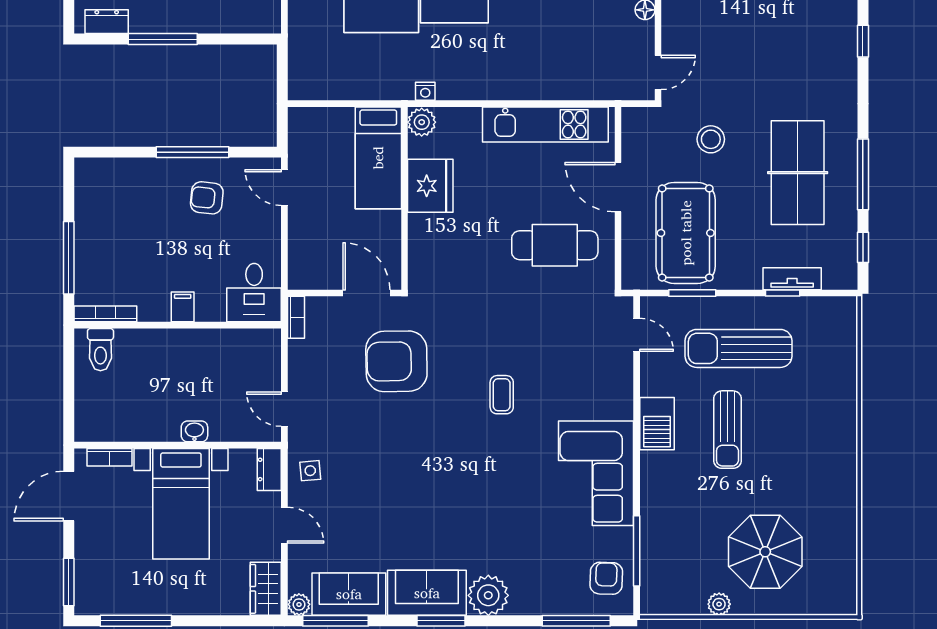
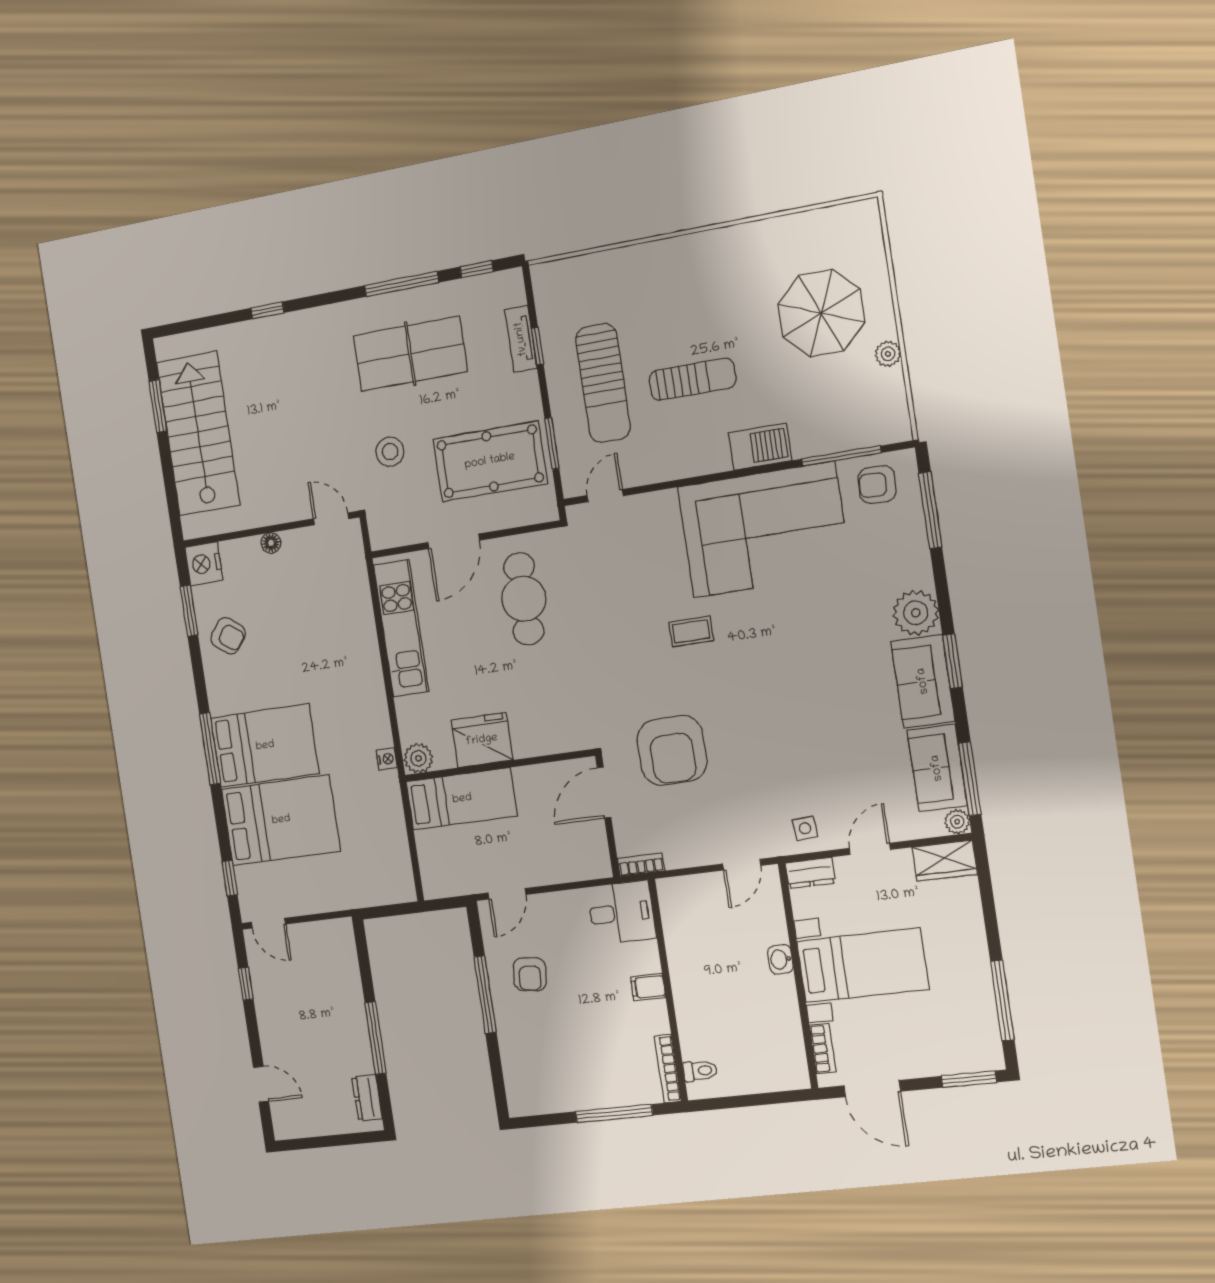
toilet: (100, 350) -> (700, 1071), width x0.73, depth x0.72
barbecue: (657, 424) -> (760, 447), moved
corner sofa: (596, 473) -> (764, 530), width x1.36, depth x1.36

